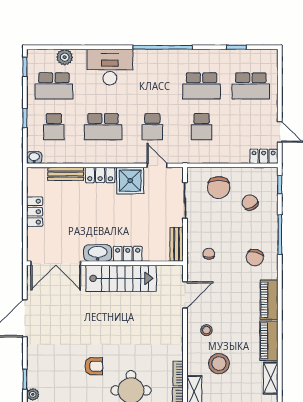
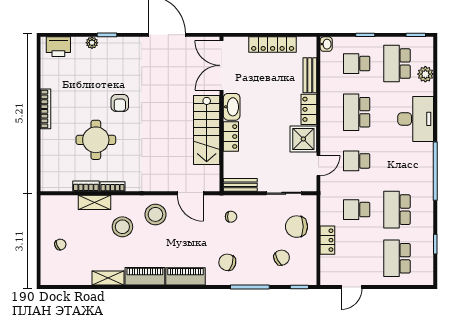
locker: (264, 156) -> (327, 240), moved
locker: (35, 212) -> (273, 45), width x1.53
stool: (206, 330) -> (155, 214), width x1.89, depth x1.89

